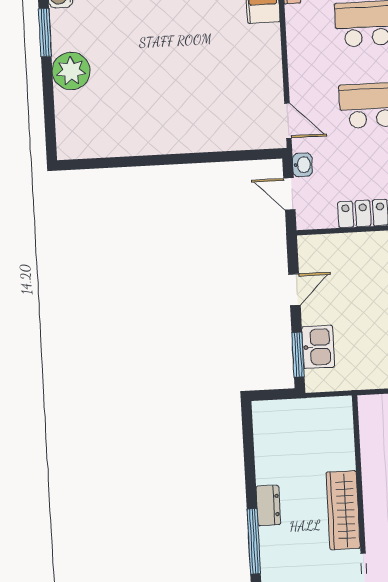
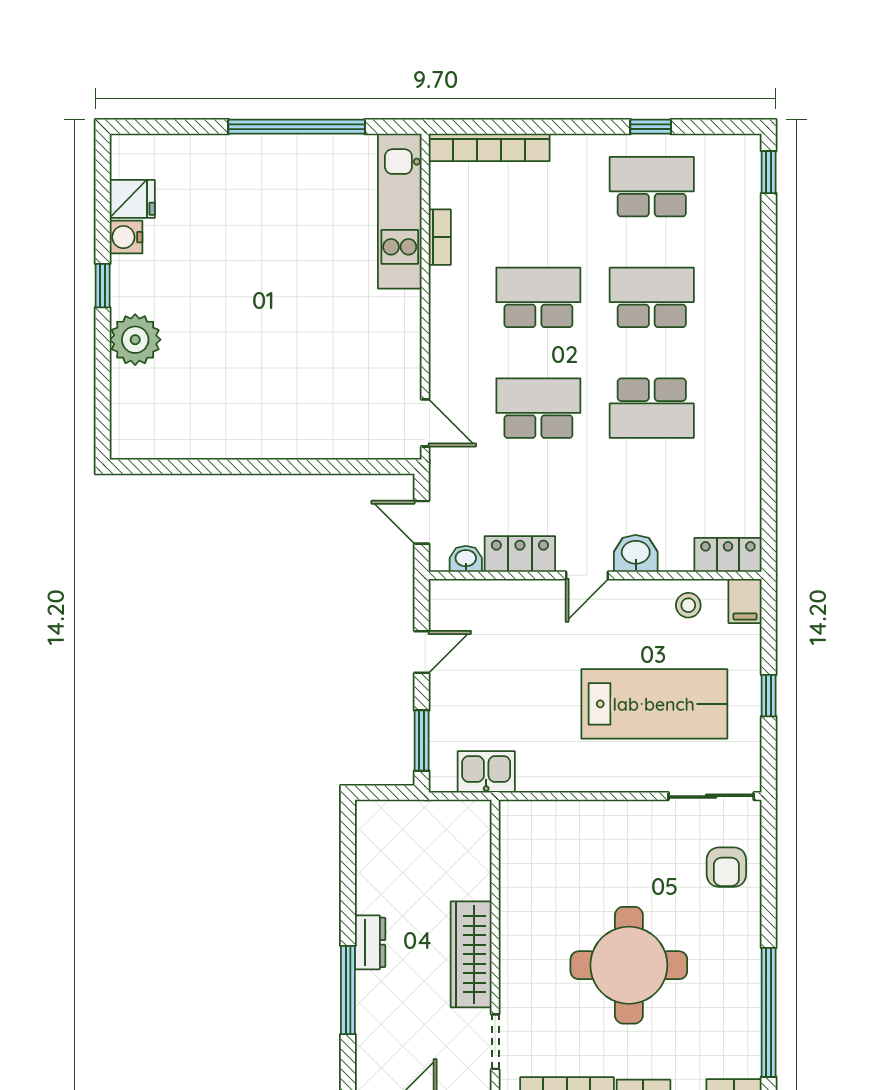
window: (45, 32) -> (103, 286), width x0.67
washbasin: (303, 165) -> (466, 559), moved, turned -90
kitchen sink: (318, 347) -> (486, 772), moved, turned -90

